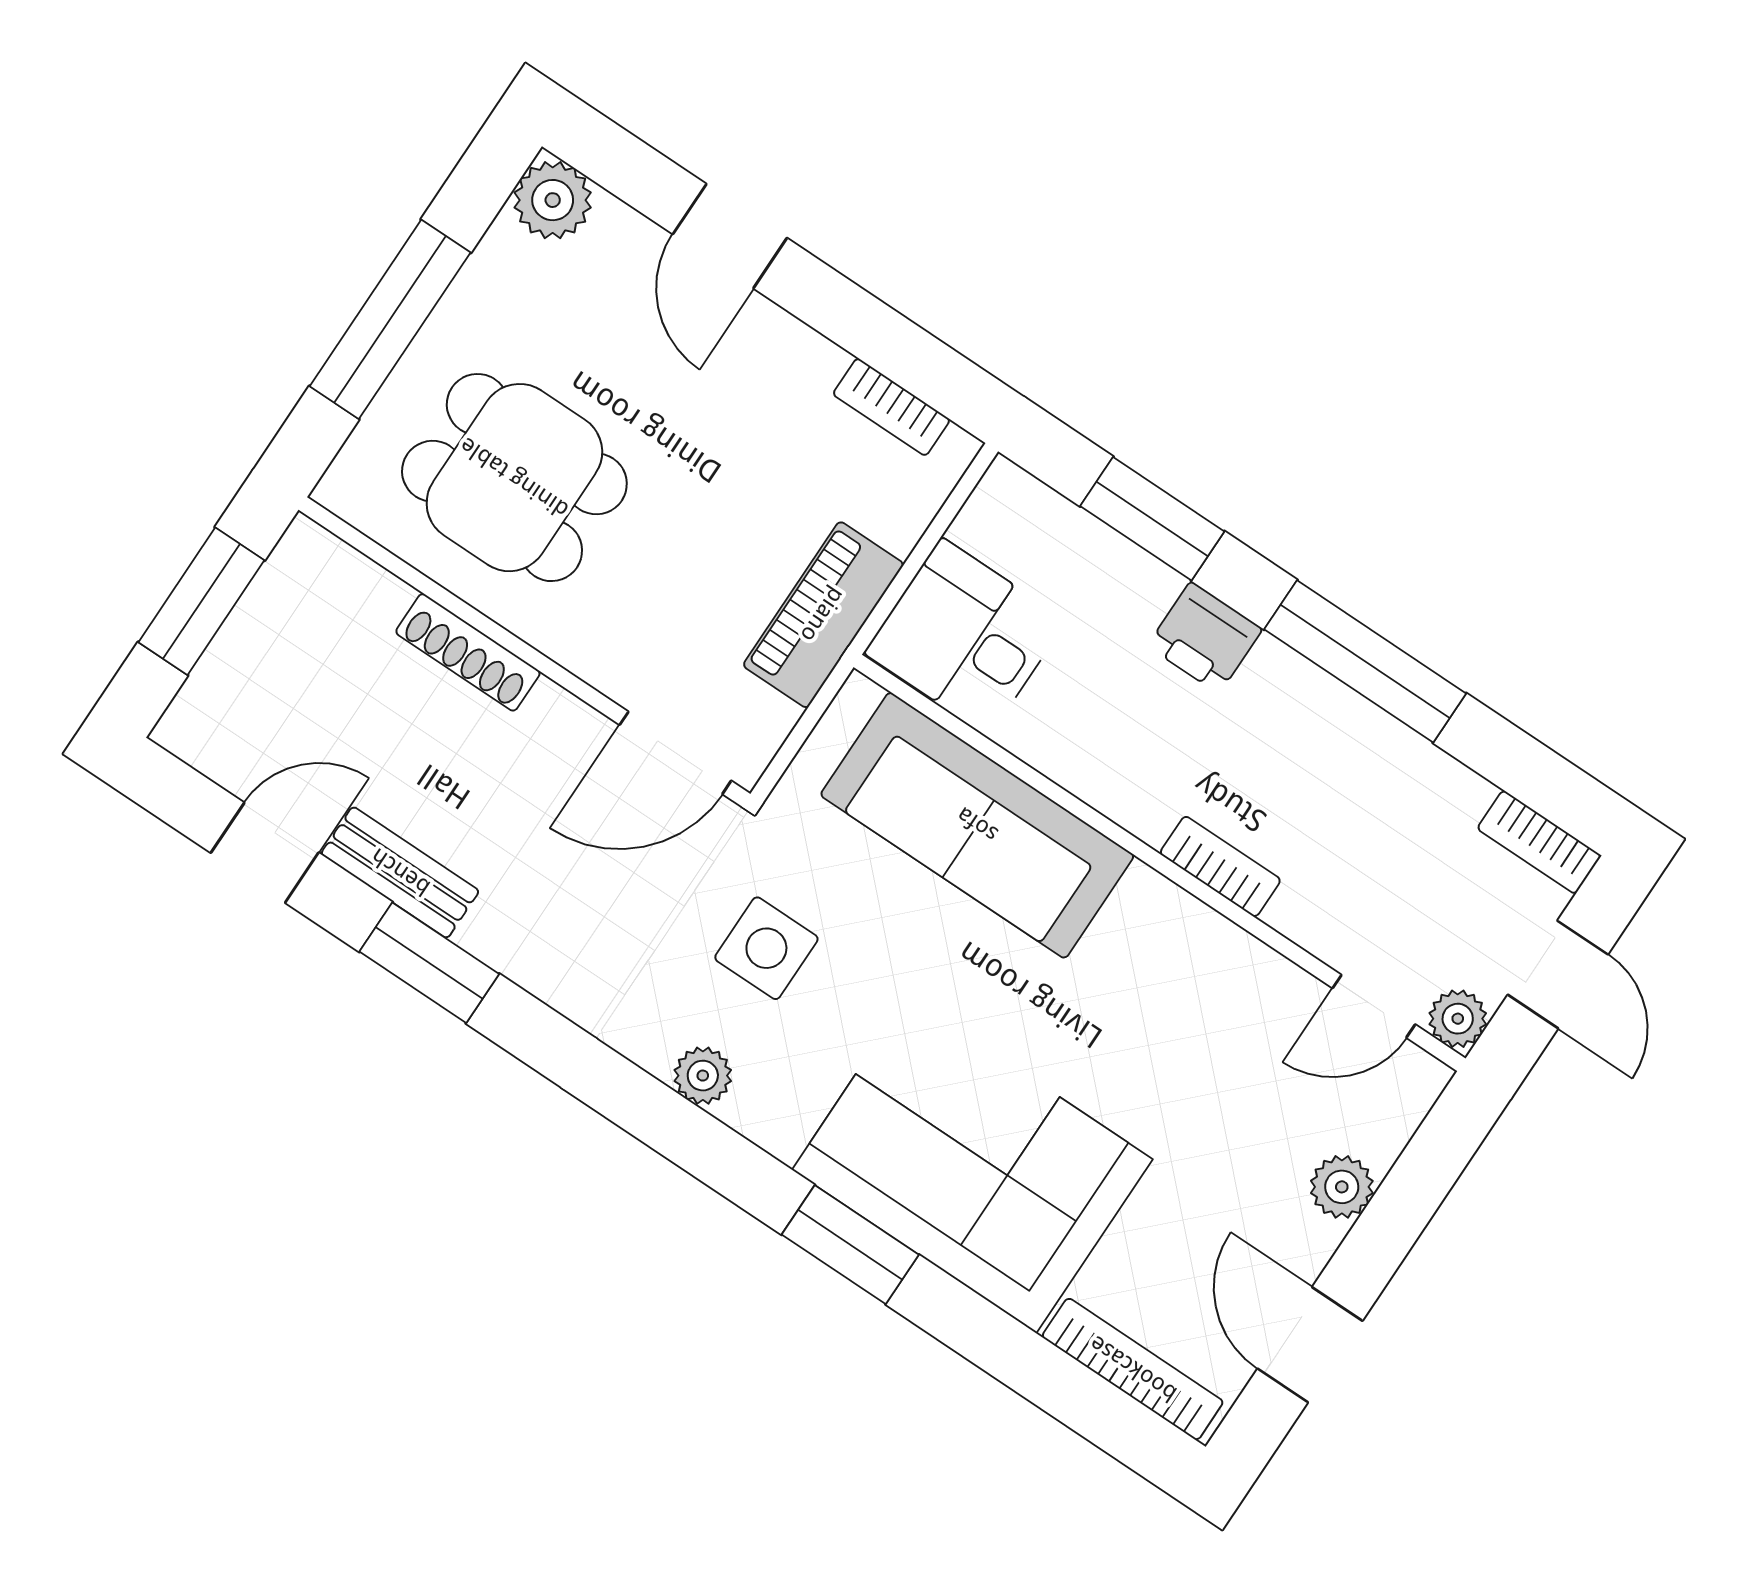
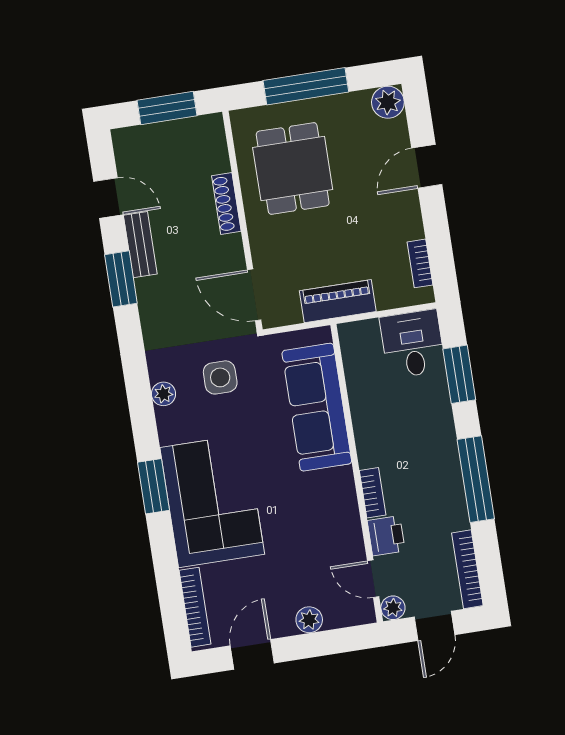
desk: (965, 637) -> (413, 344), moved
printer: (1205, 637) -> (386, 536), moved, turned 180
bookcase: (1539, 842) -> (467, 569), width x1.56

